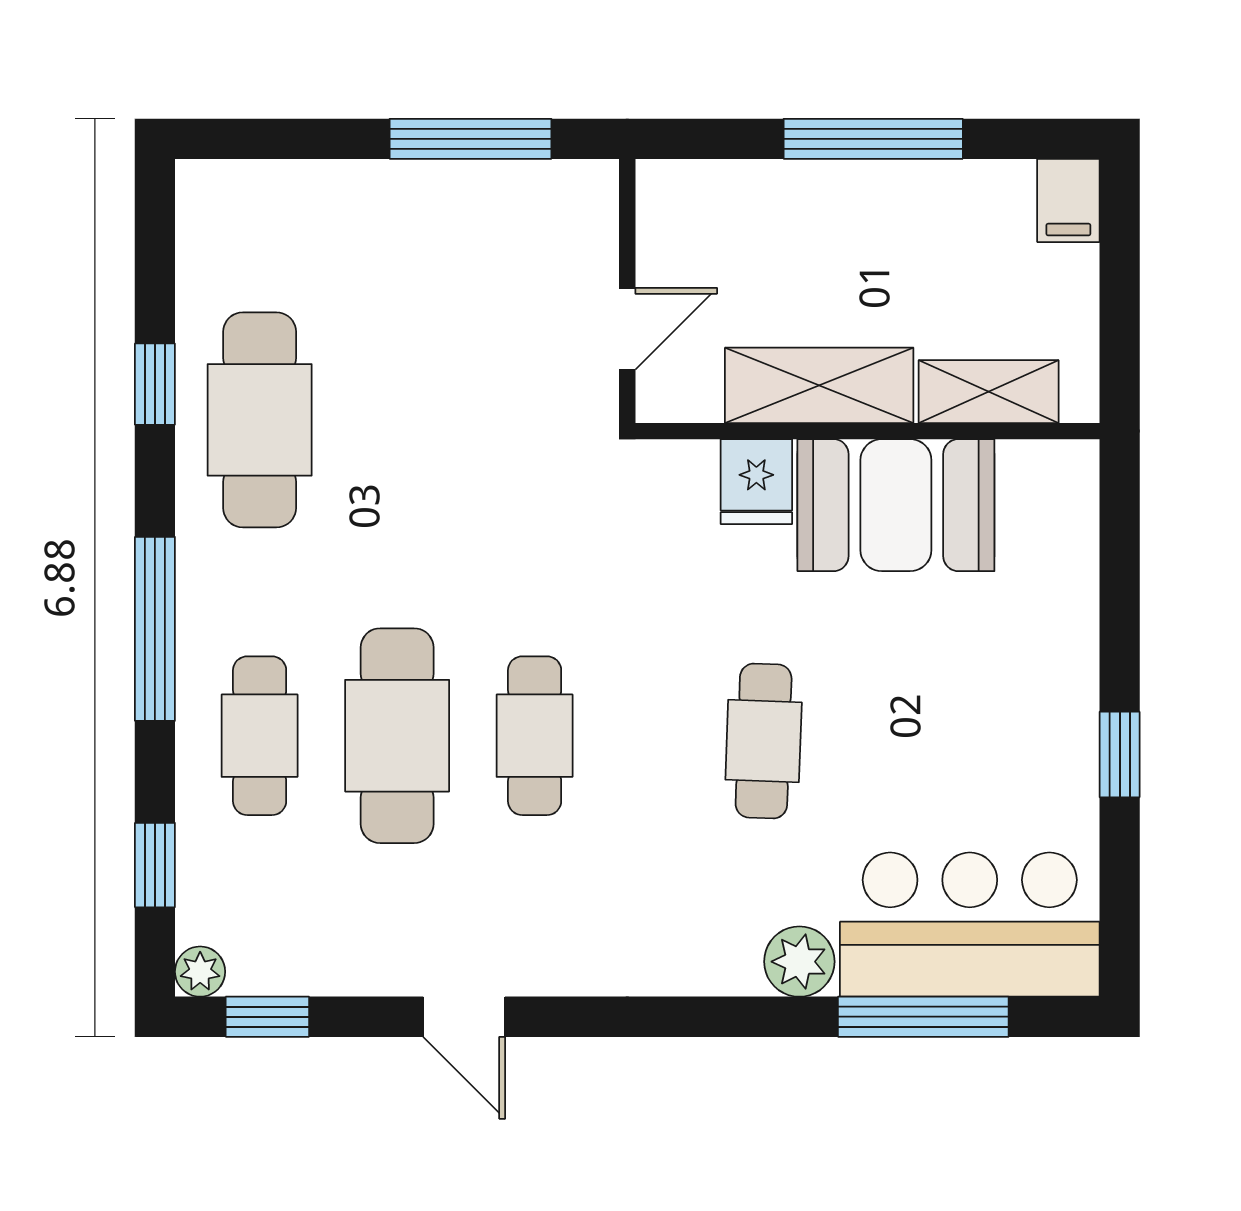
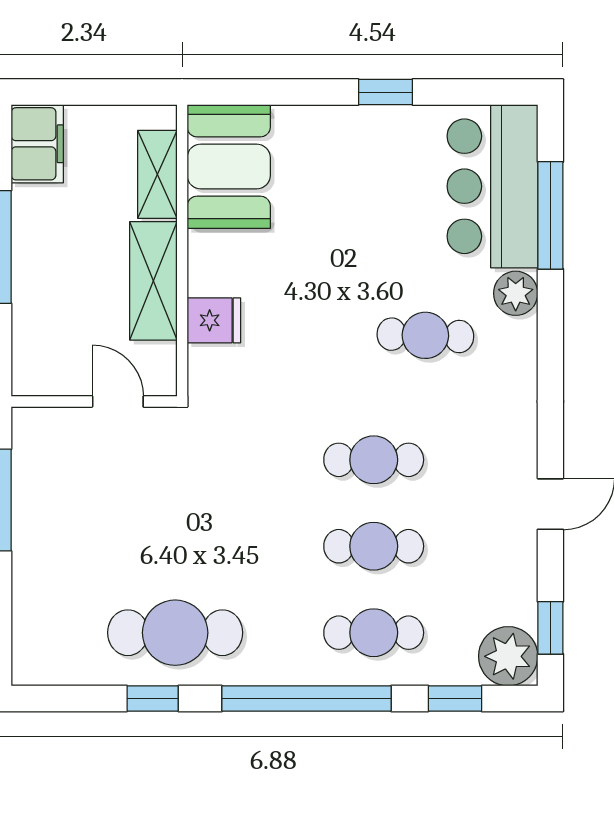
filing cabinet: (1068, 200) -> (37, 144), width x2.00
booth: (896, 505) -> (229, 167), moved
window: (155, 629) -> (307, 698), width x1.46
cafe table: (397, 736) -> (374, 546), width x0.73, depth x0.74
cafe table: (764, 741) -> (425, 335), moved
plant: (200, 972) -> (508, 656), width x1.88, depth x1.88

